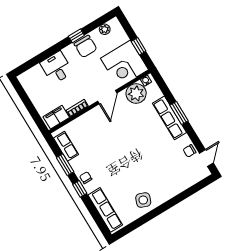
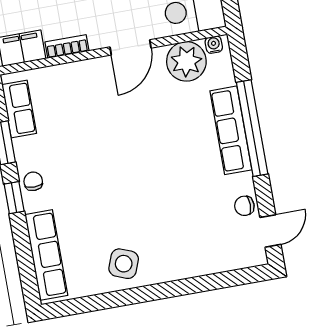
window: (179, 113) -> (252, 128), width x2.11

